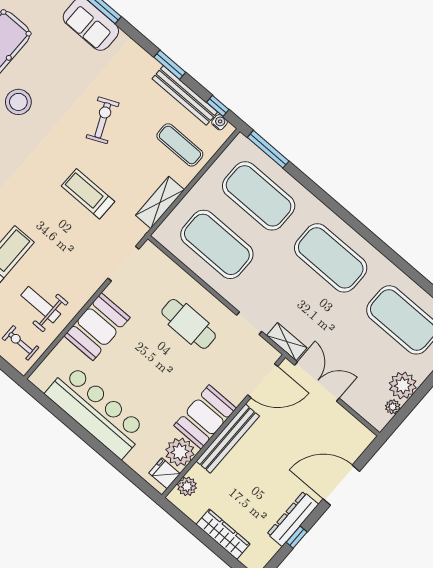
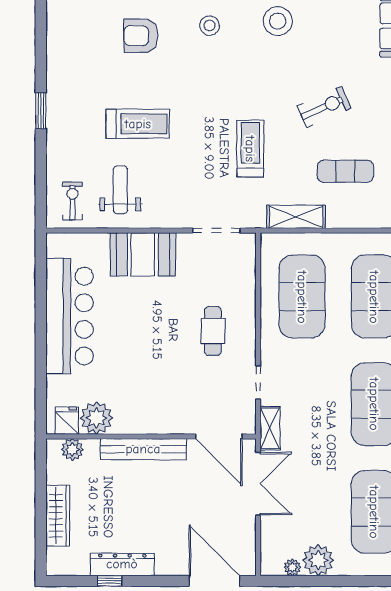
exercise mat: (180, 145) -> (345, 171), moved, turned 90
cafe table: (189, 324) -> (213, 331), width x0.73, depth x0.74
booth: (205, 417) -> (145, 414), removed
door: (341, 485) -> (214, 581), moved

